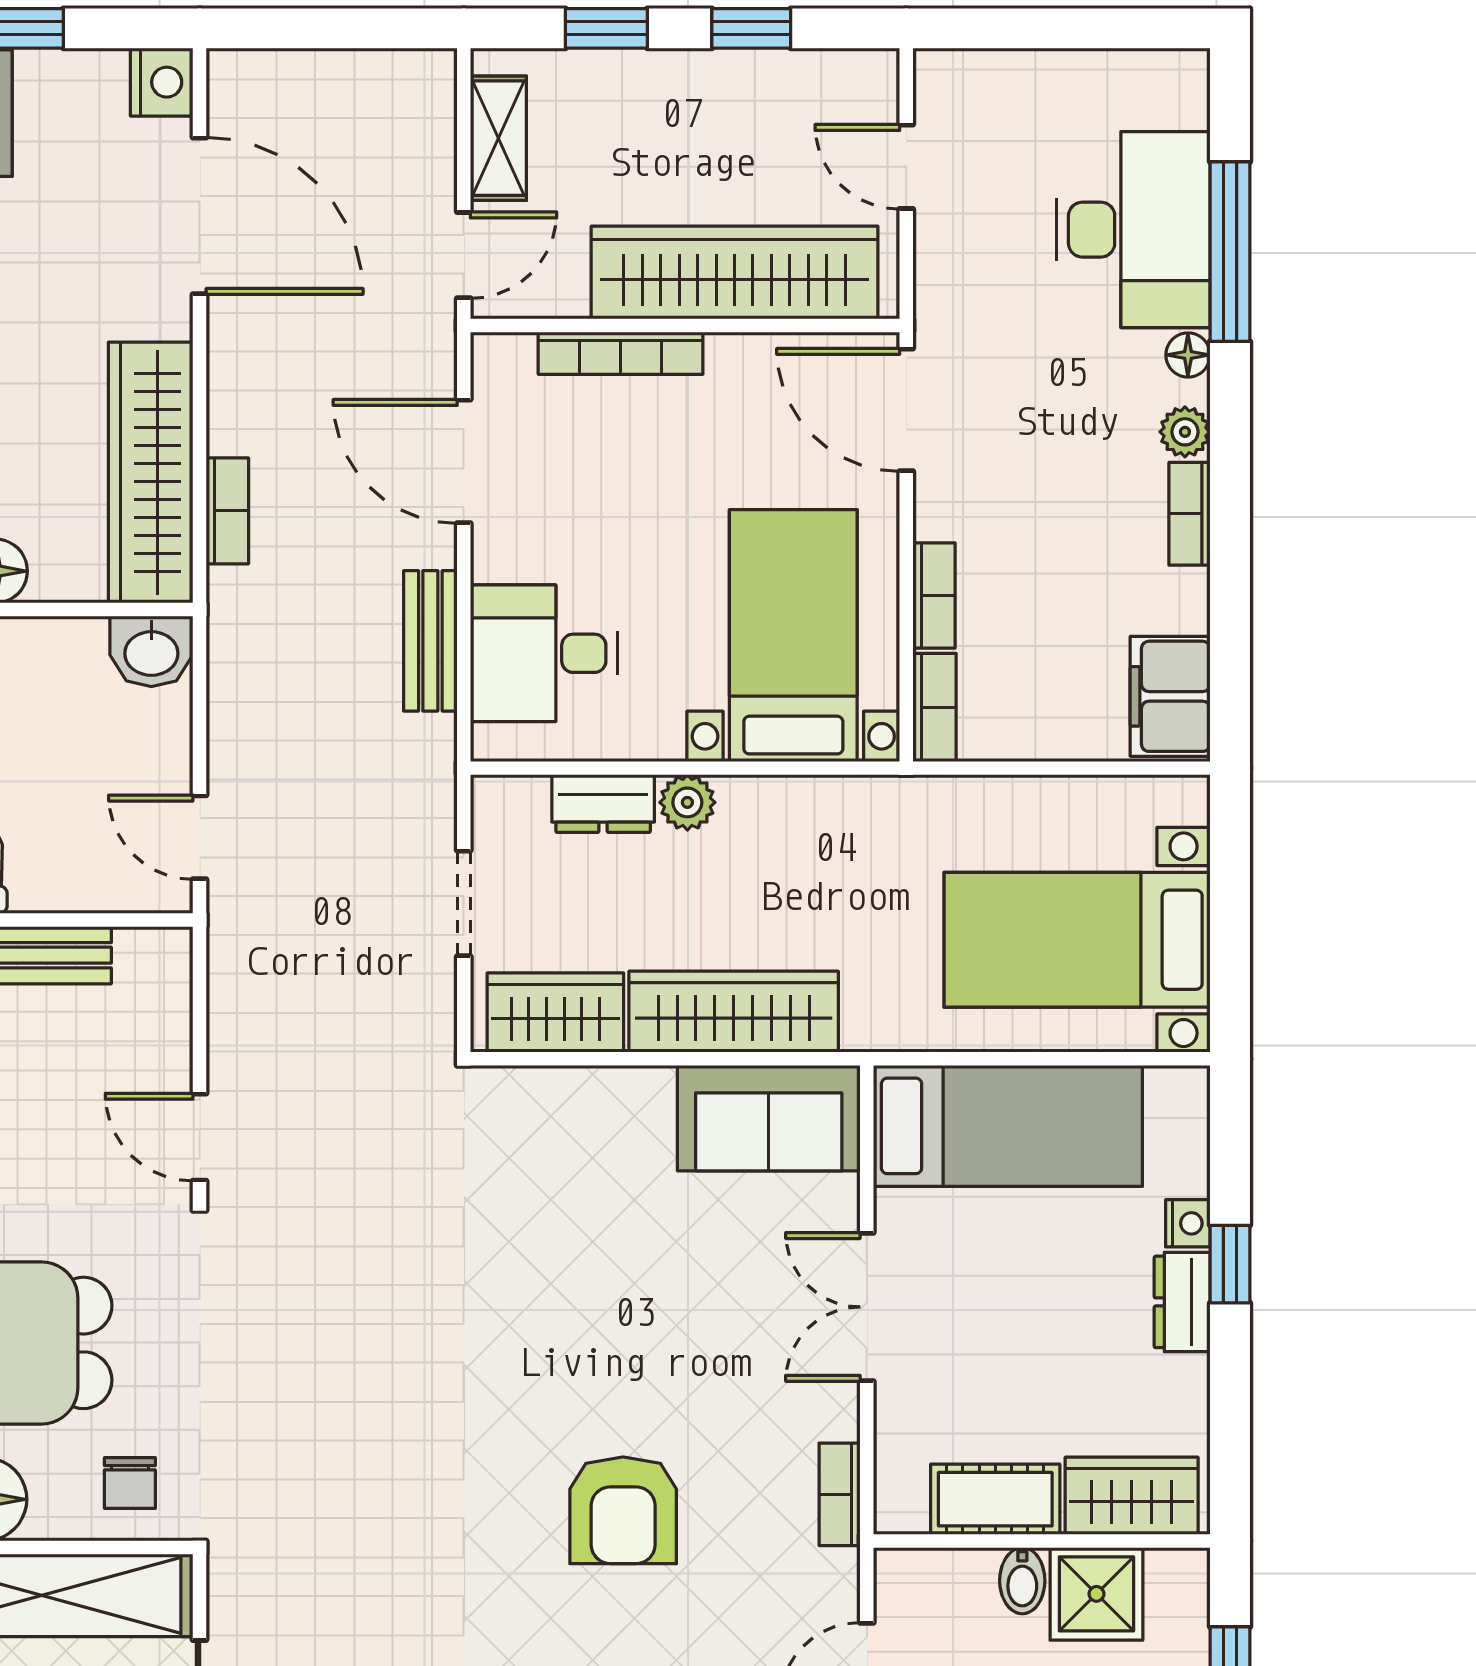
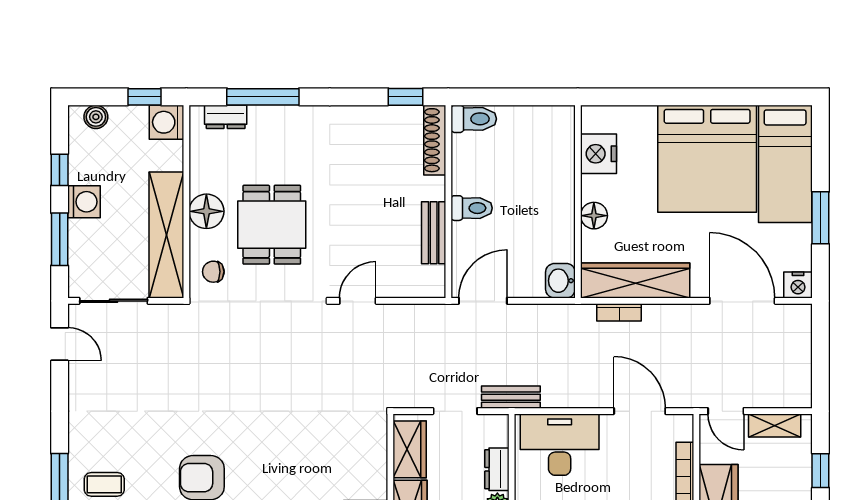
door: (200, 216) -> (742, 301), swing flipped
door: (464, 461) -> (640, 411), hinge flipped
bench: (430, 641) -> (511, 397), moved
desk: (544, 653) -> (560, 445), width x1.37
door: (200, 837) -> (483, 301), width x1.38

